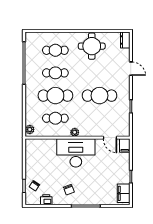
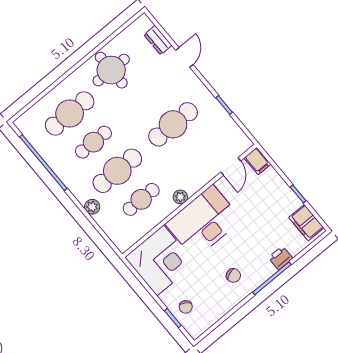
dresser: (125, 40) -> (158, 40), moved
cafe table: (55, 50) -> (70, 114), width x1.37, depth x1.35
door: (131, 69) -> (184, 57), hinge flipped
plant: (30, 129) -> (92, 207), moved
door: (110, 138) -> (231, 166), hinge flipped
corner desk: (41, 154) -> (160, 260), added
printer: (46, 200) -> (281, 258), moved

